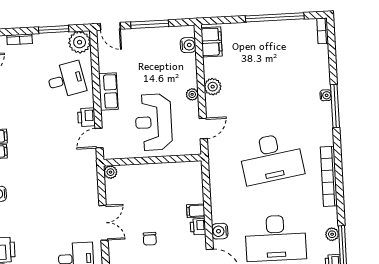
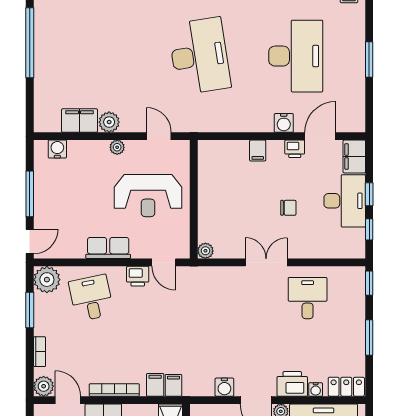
filing cabinet: (211, 42) -> (79, 121), moved
printer: (198, 227) -> (295, 149), moved

